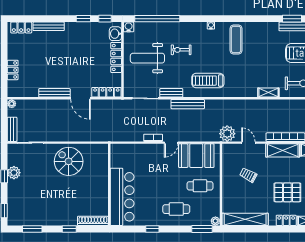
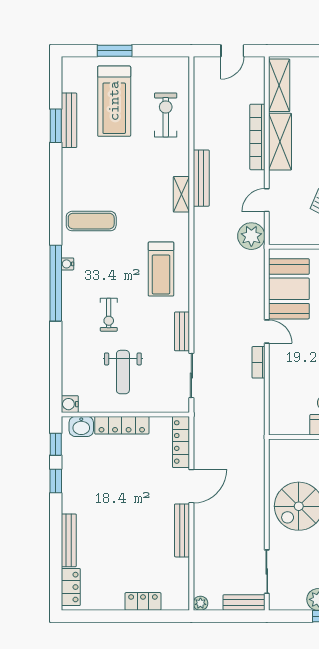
window: (157, 19) -> (56, 283), moved
weight bench: (147, 58) -> (123, 372), width x0.73, depth x0.75
shelving: (268, 93) -> (181, 194), moved
bench: (188, 104) -> (201, 178), moved

